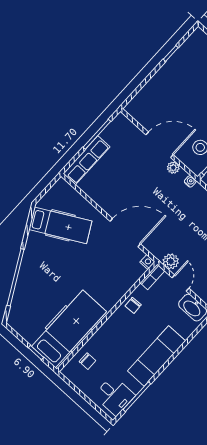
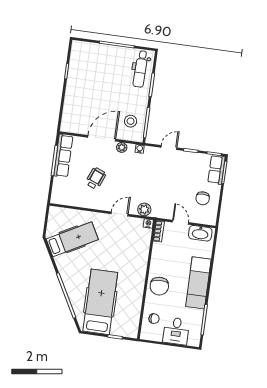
row of seats: (87, 160) -> (63, 156), moved
wheelchair: (126, 181) -> (96, 178), added
door: (125, 233) -> (120, 214), width x0.53
plant: (171, 261) -> (144, 209), moved
chair: (133, 305) -> (159, 286), moved, width x1.87, depth x1.87
hospital bed: (69, 329) -> (100, 302), moved
desk: (114, 396) -> (176, 331), moved, turned 90

